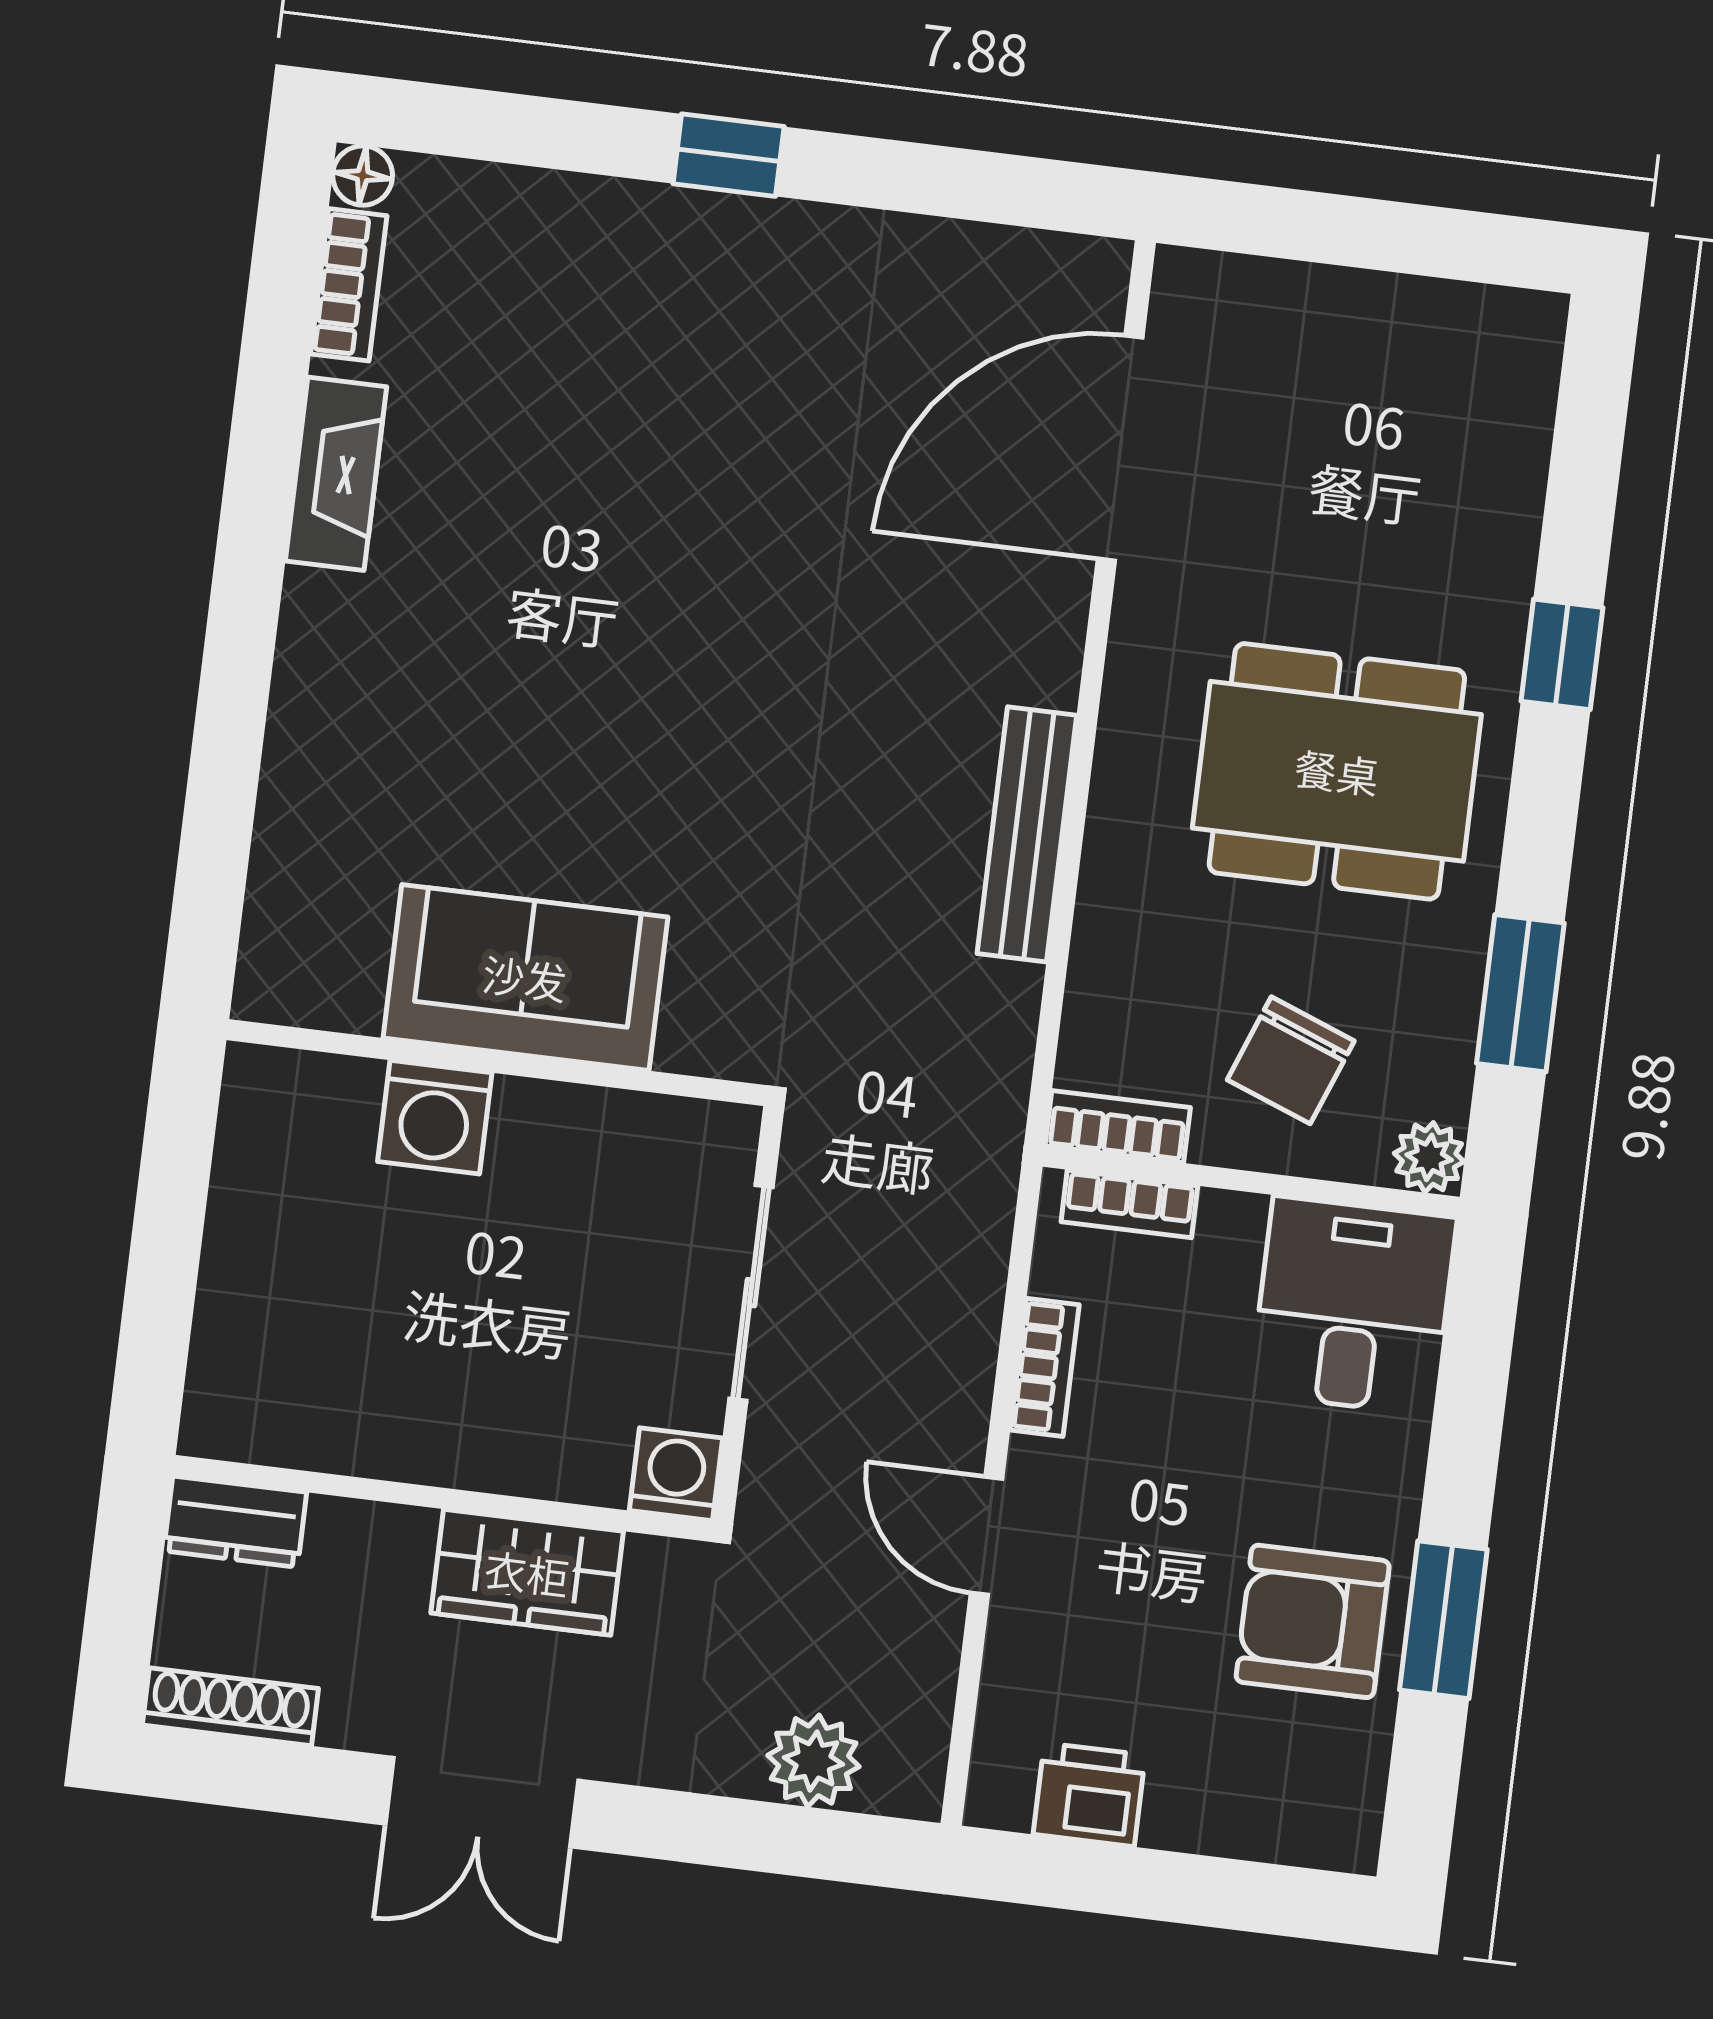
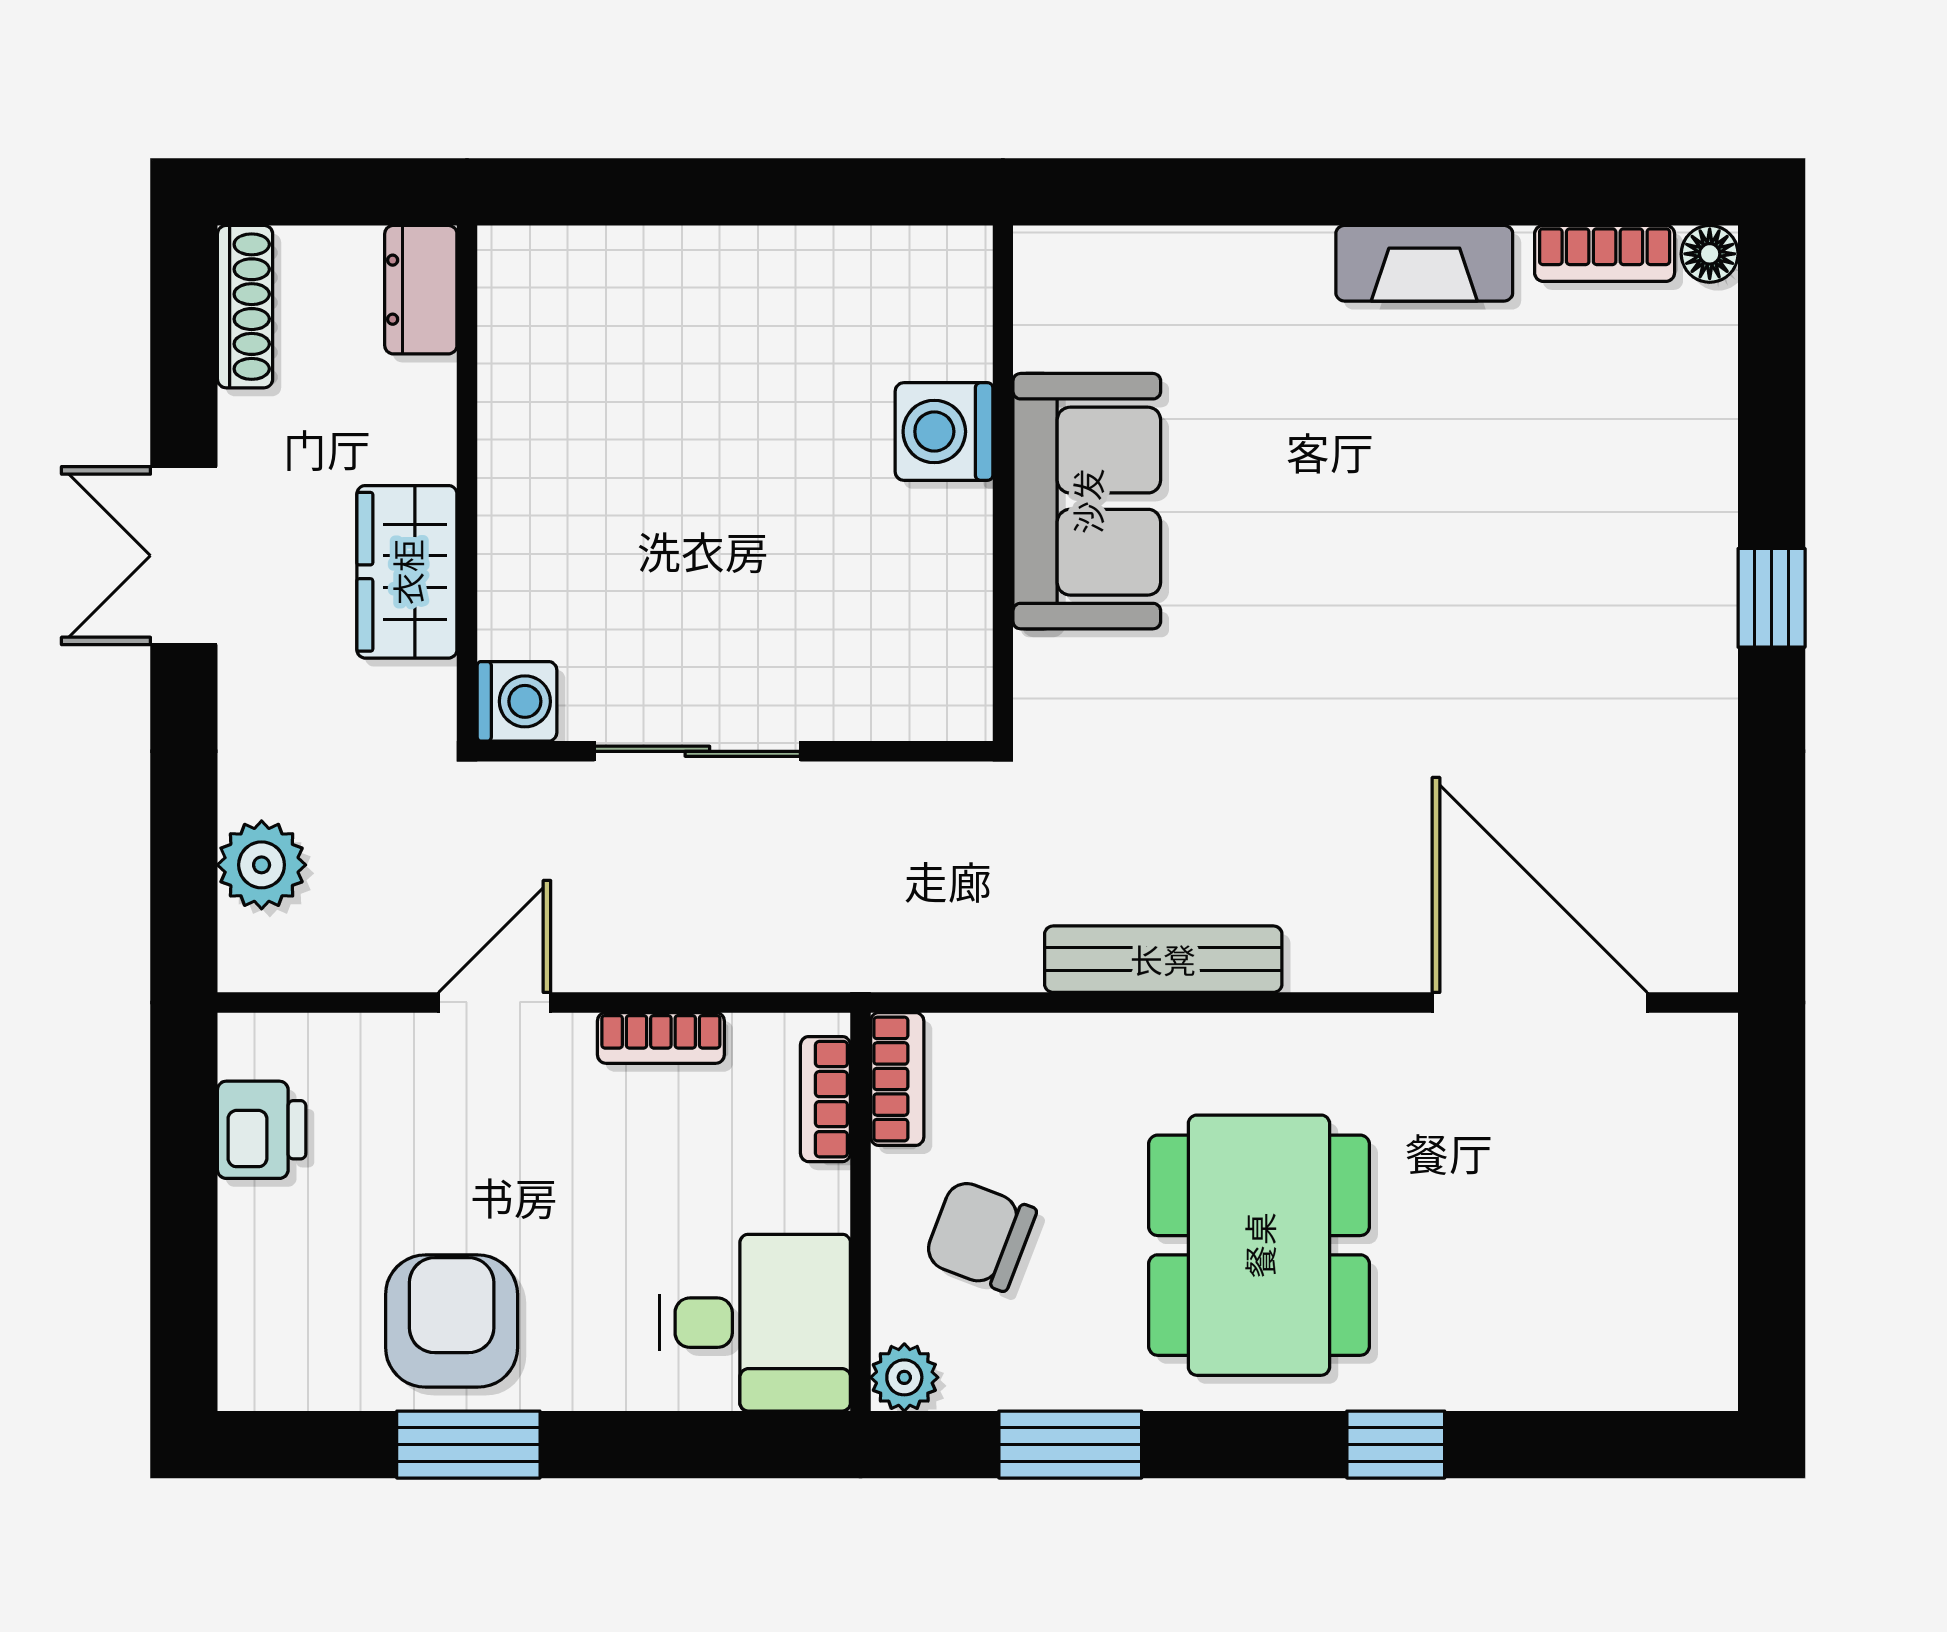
sofa: (525, 977) -> (1087, 501), moved
wall: (496, 1063) -> (1003, 483), moved
washing machine: (435, 1117) -> (944, 432), moved

